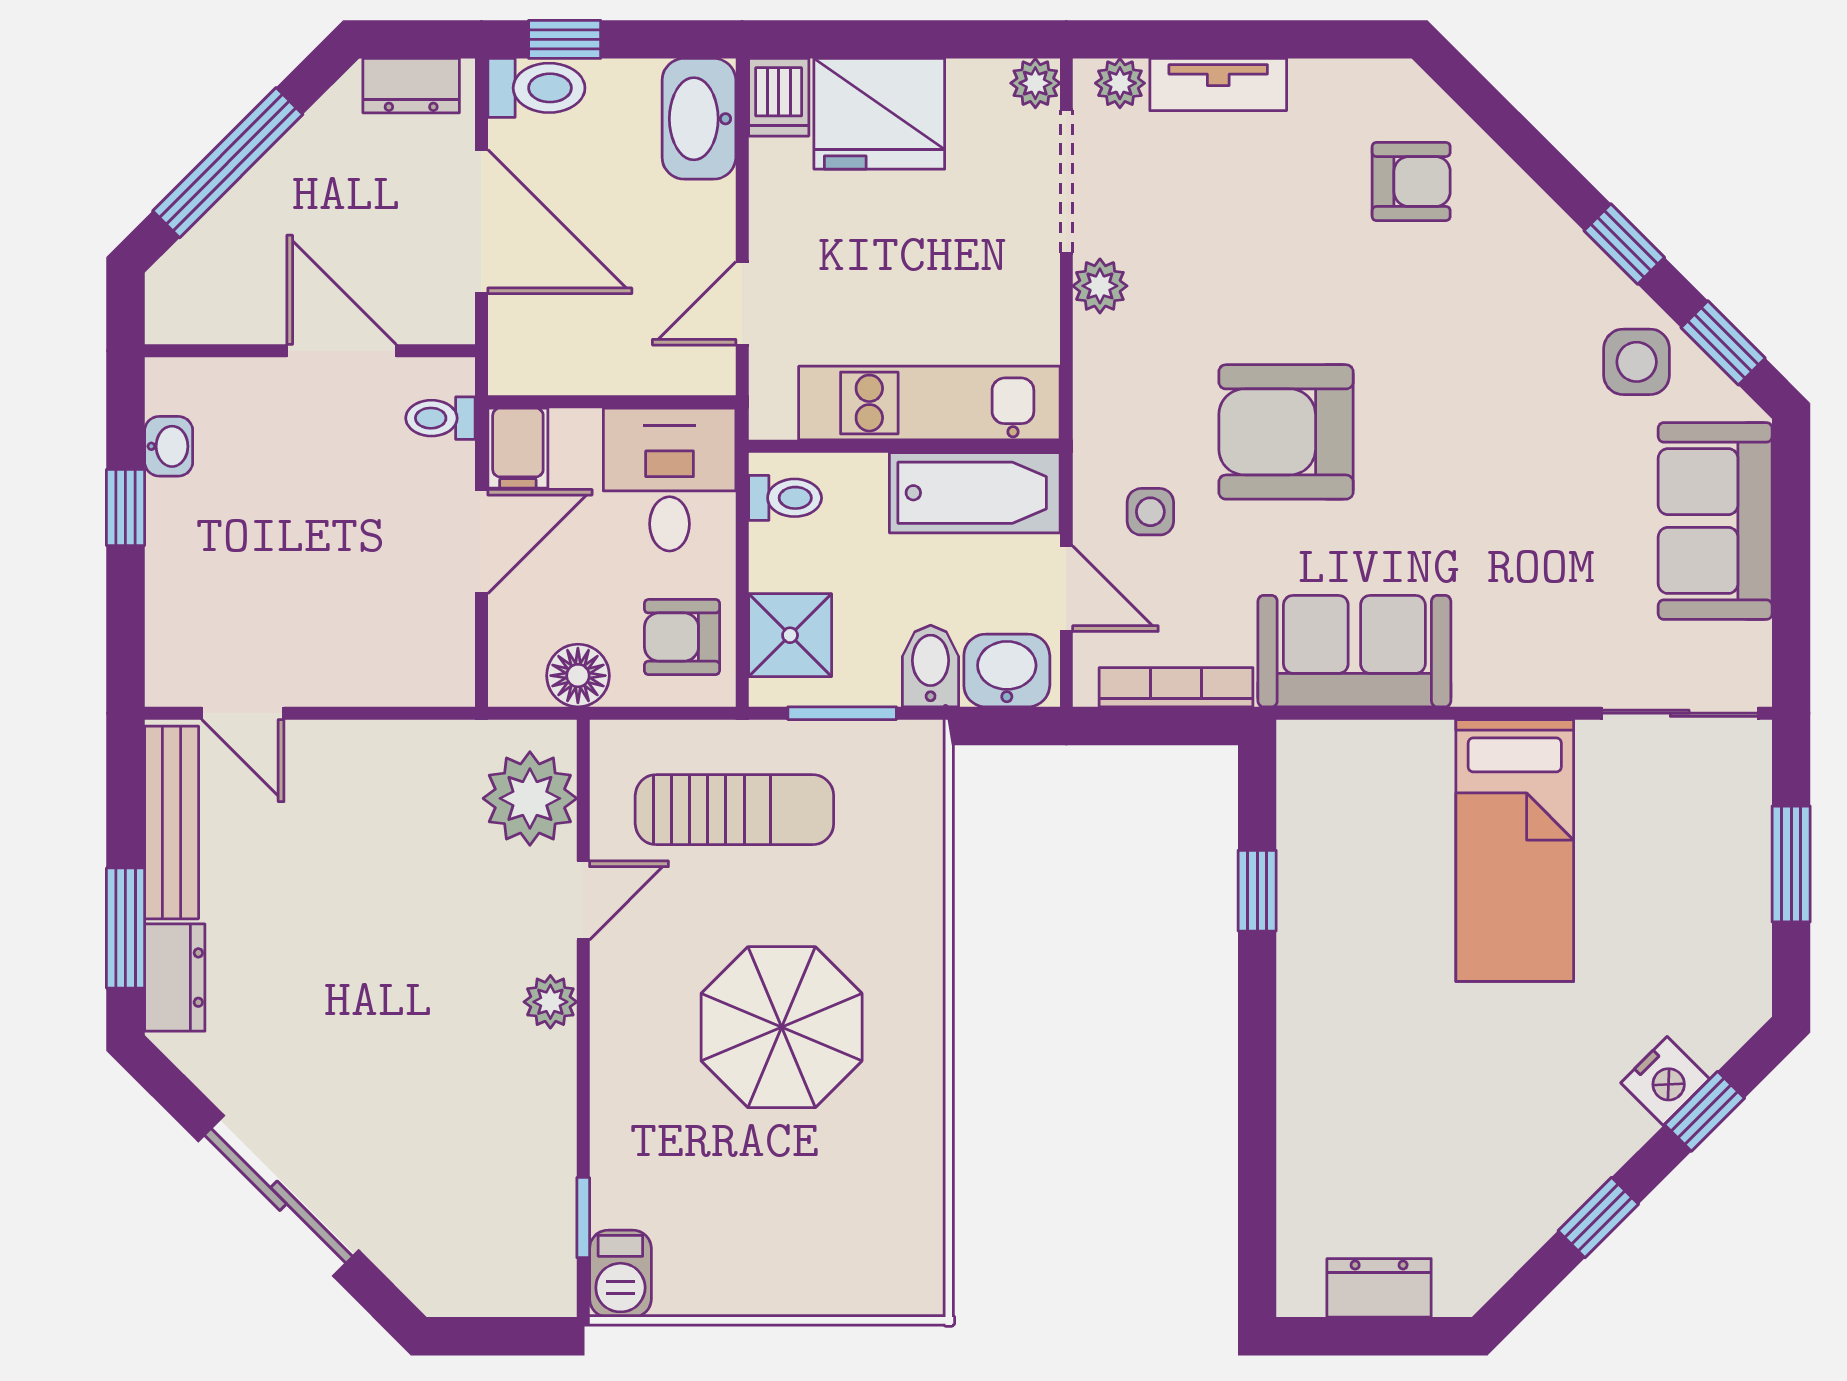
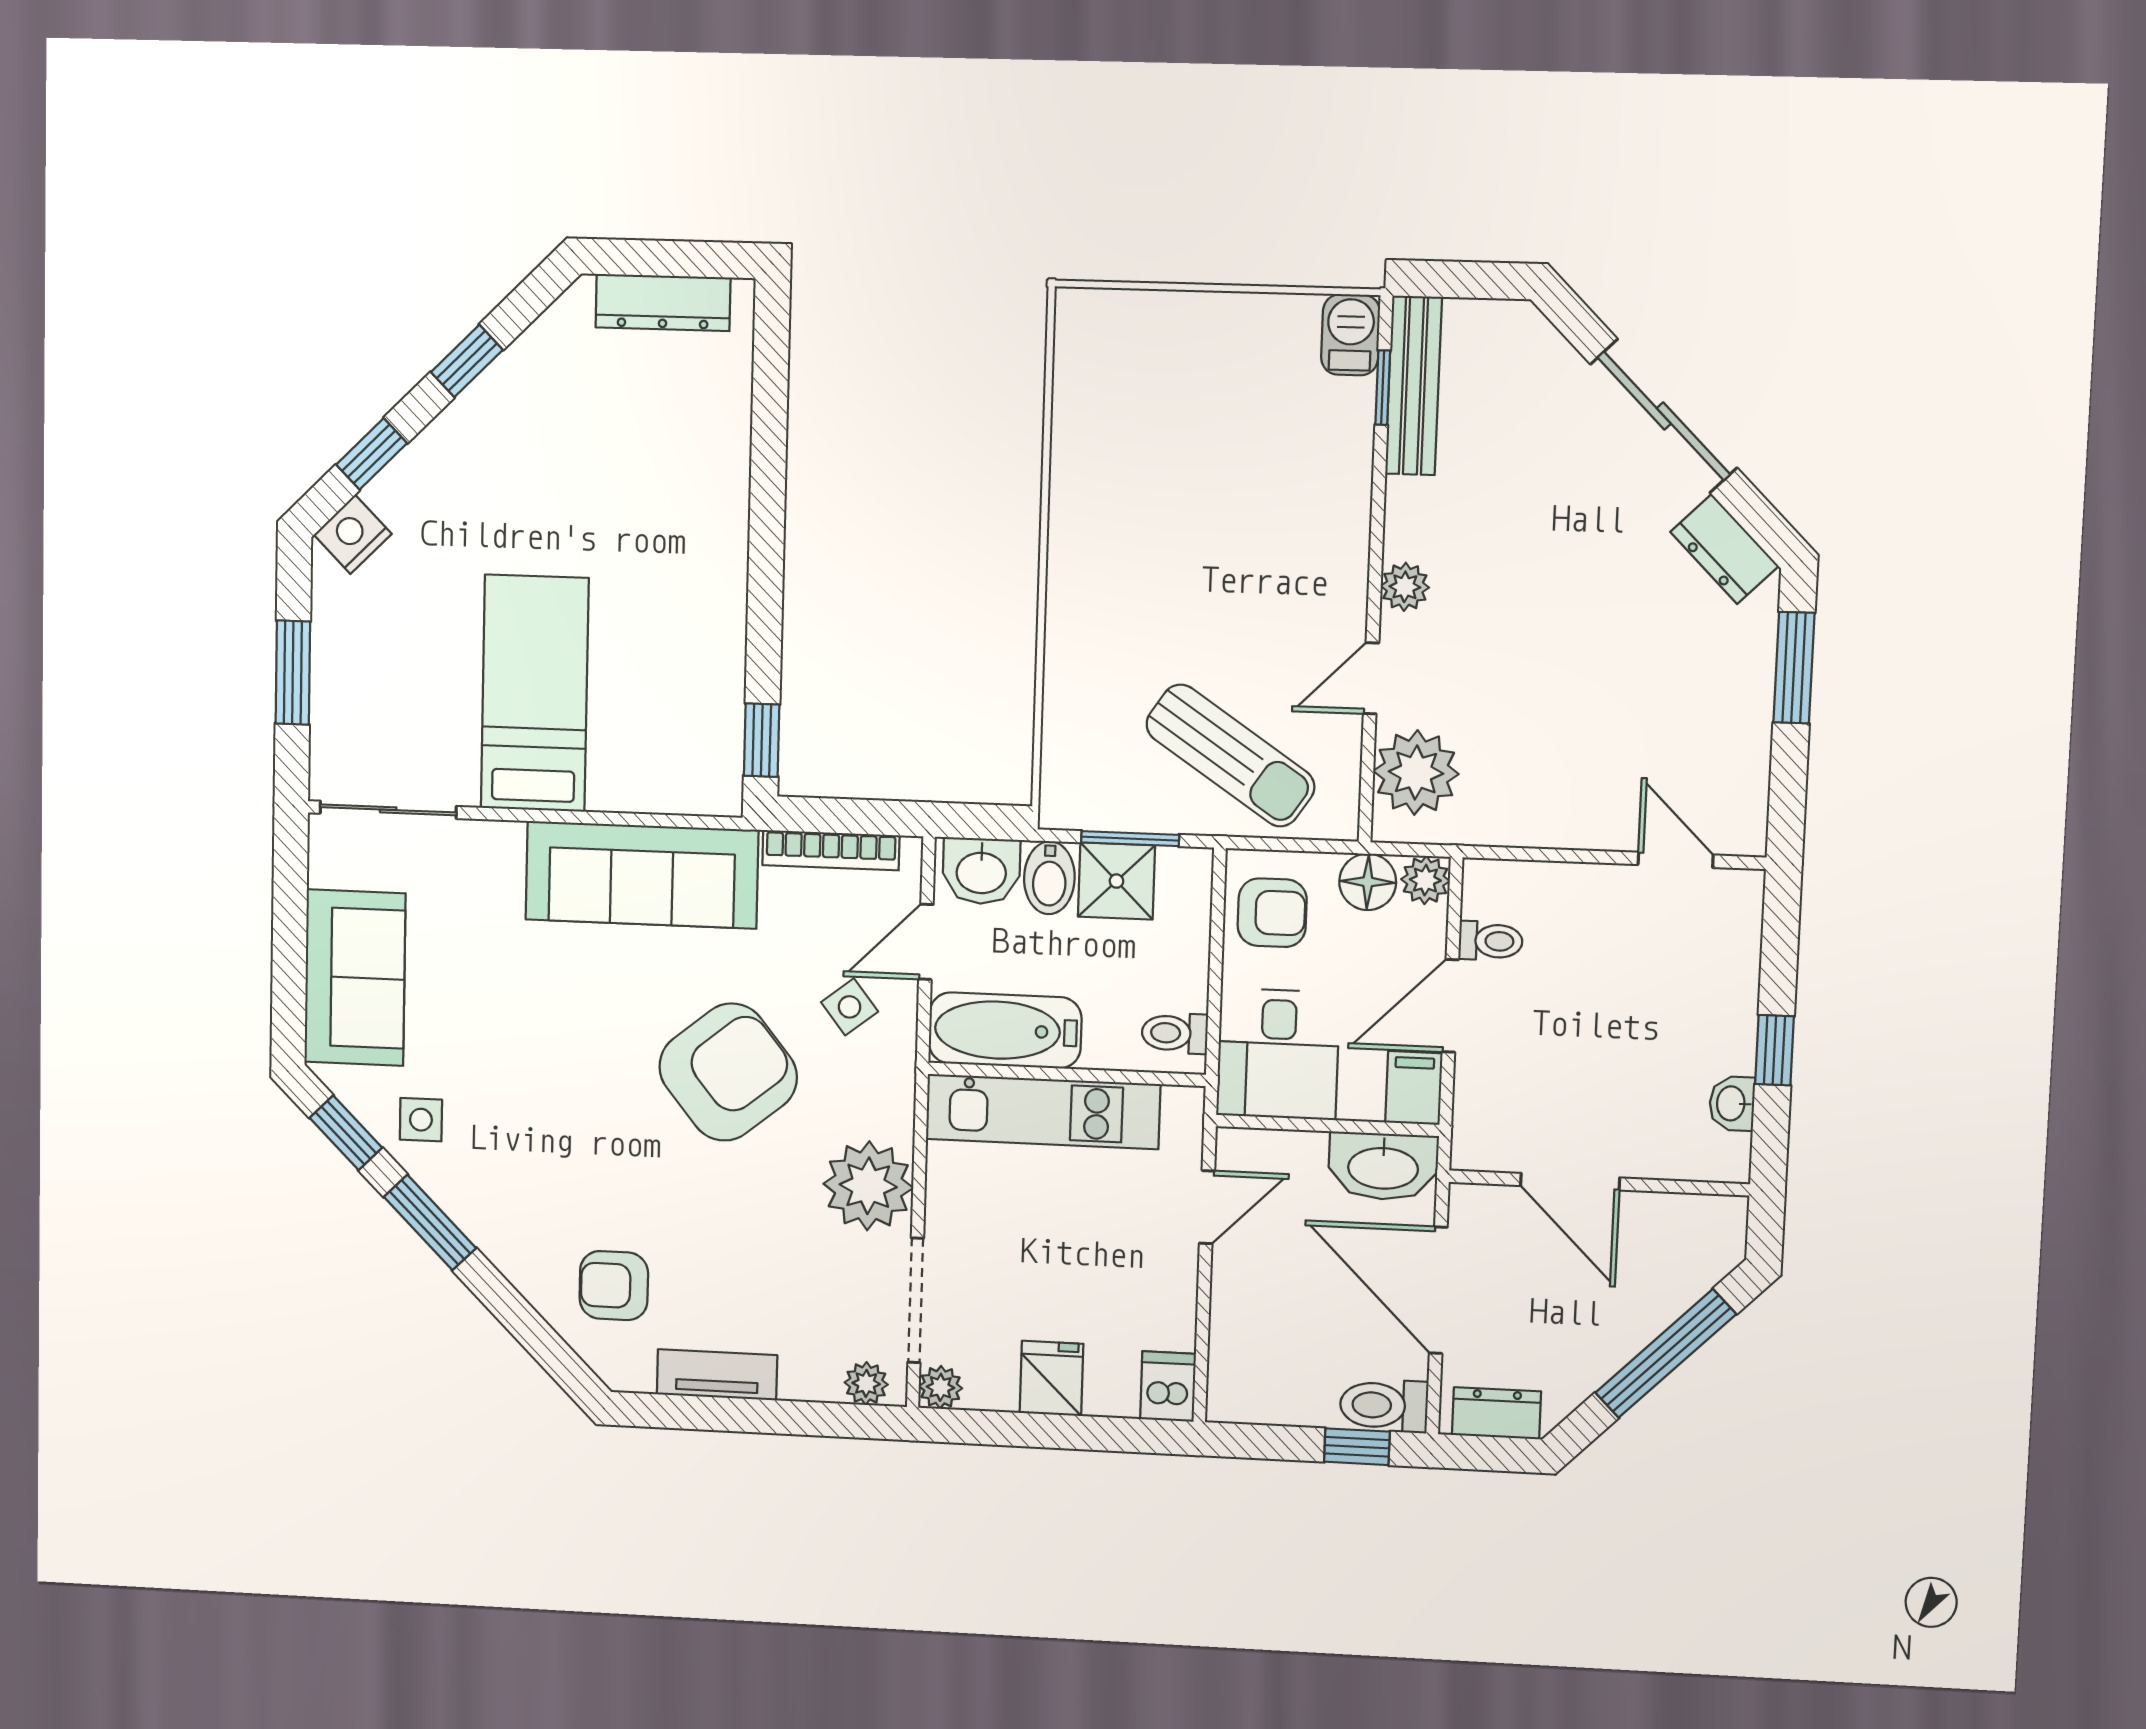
tv unit: (1218, 85) -> (717, 1375), moved
fridge: (879, 114) -> (1052, 1378), width x0.53, depth x0.75
washbasin: (699, 119) -> (1383, 1166), moved, turned 90
window: (1624, 244) -> (430, 1222), width x1.50
plant: (1100, 286) -> (868, 1186), width x1.88, depth x1.88
side table: (1637, 362) -> (421, 1120), width x0.73, depth x0.73
toilet: (440, 418) -> (1491, 941), moved
armchair: (1286, 432) -> (728, 1072), turned -39
side table: (1150, 512) -> (850, 1007), turned -38
door: (1066, 589) -> (926, 942), hinge flipped
shower: (790, 635) -> (1116, 881), moved
sofa: (1354, 651) -> (642, 875), width x1.36
plant: (515, 680) -> (1425, 880), added
sun lounger: (734, 810) -> (1230, 755), turned -146
bench: (172, 822) -> (1414, 385), moved
window: (1257, 891) -> (762, 740), moved
dresser: (175, 978) -> (1724, 549), moved, turned -45
parasol: (782, 1027) -> (1195, 557), removed
nightstand: (1665, 1081) -> (353, 534), moved
dresser: (1379, 1288) -> (663, 303), width x1.44

